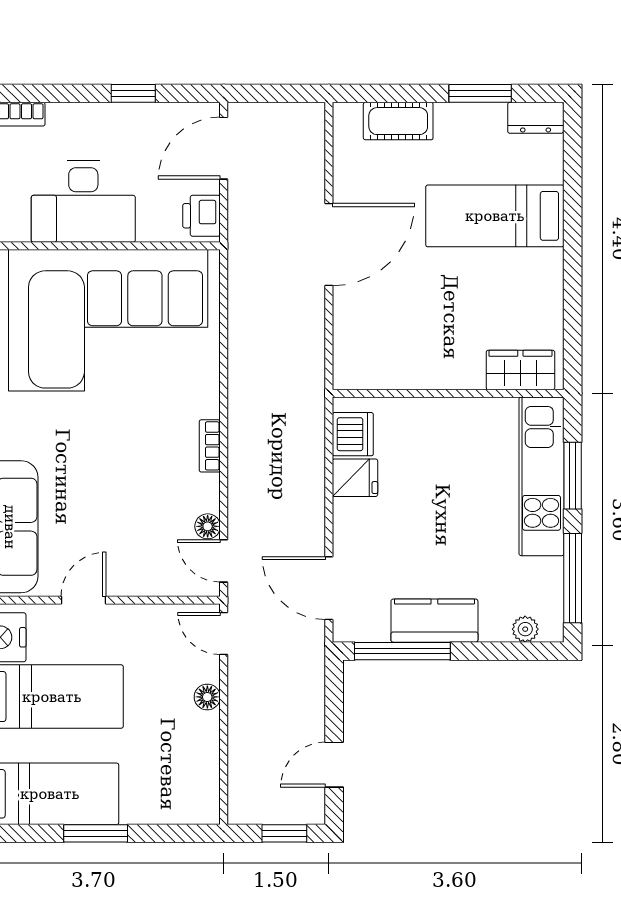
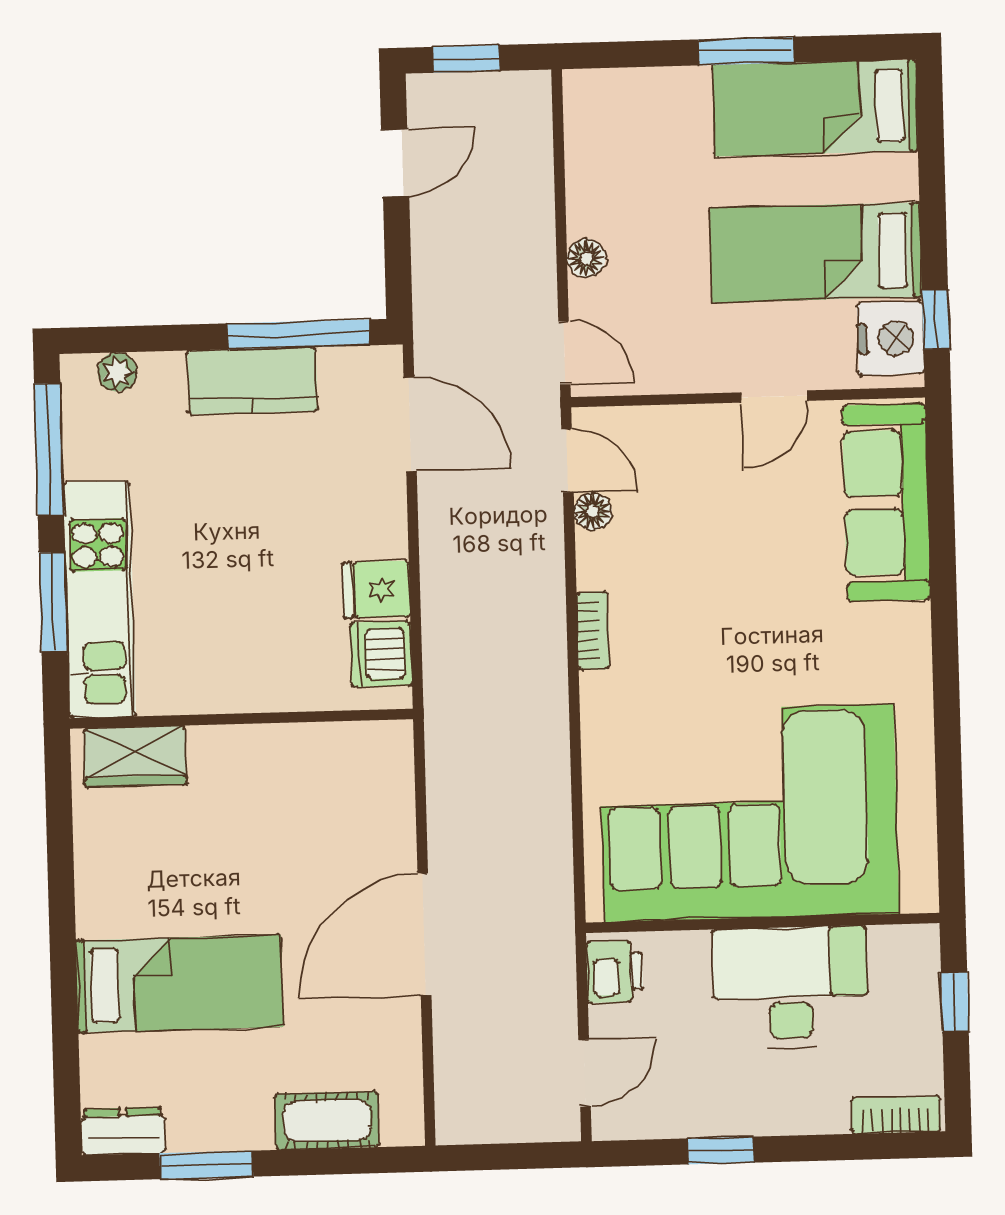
door: (224, 148) -> (585, 1073), width x0.73

